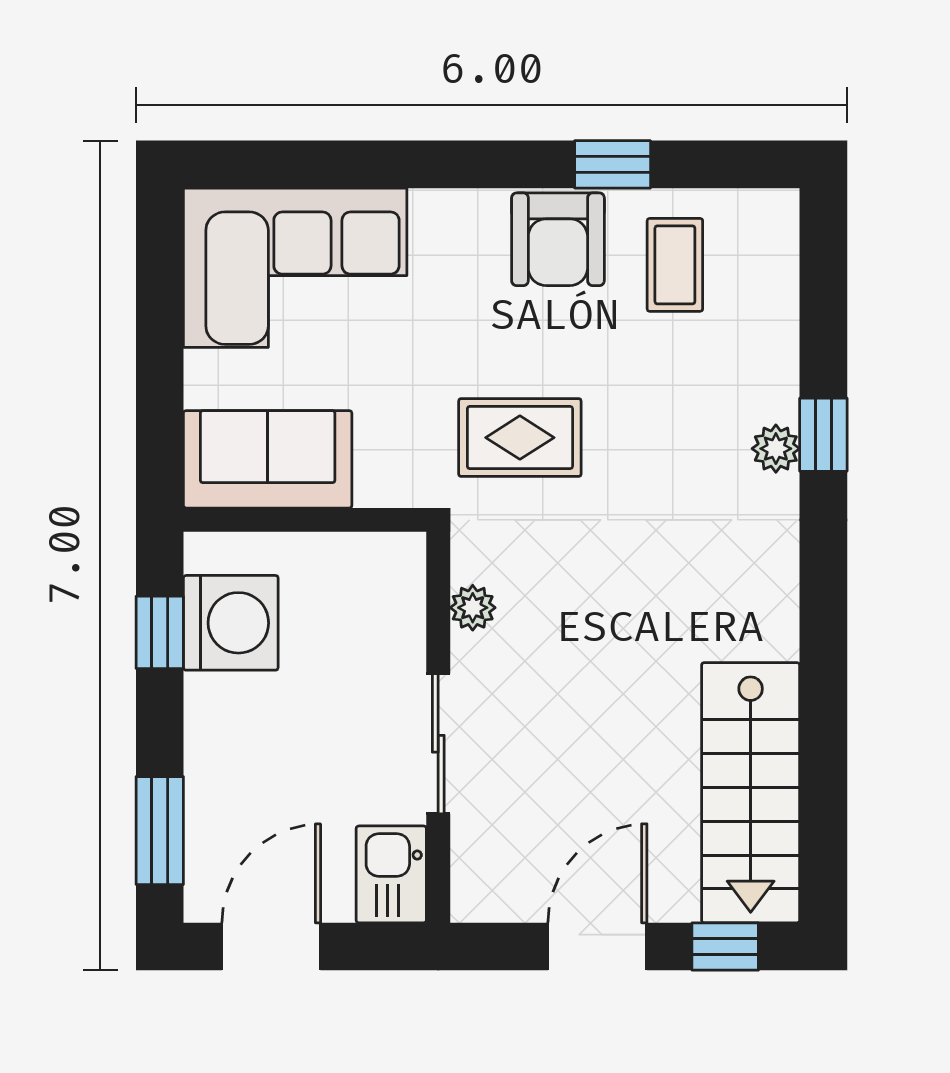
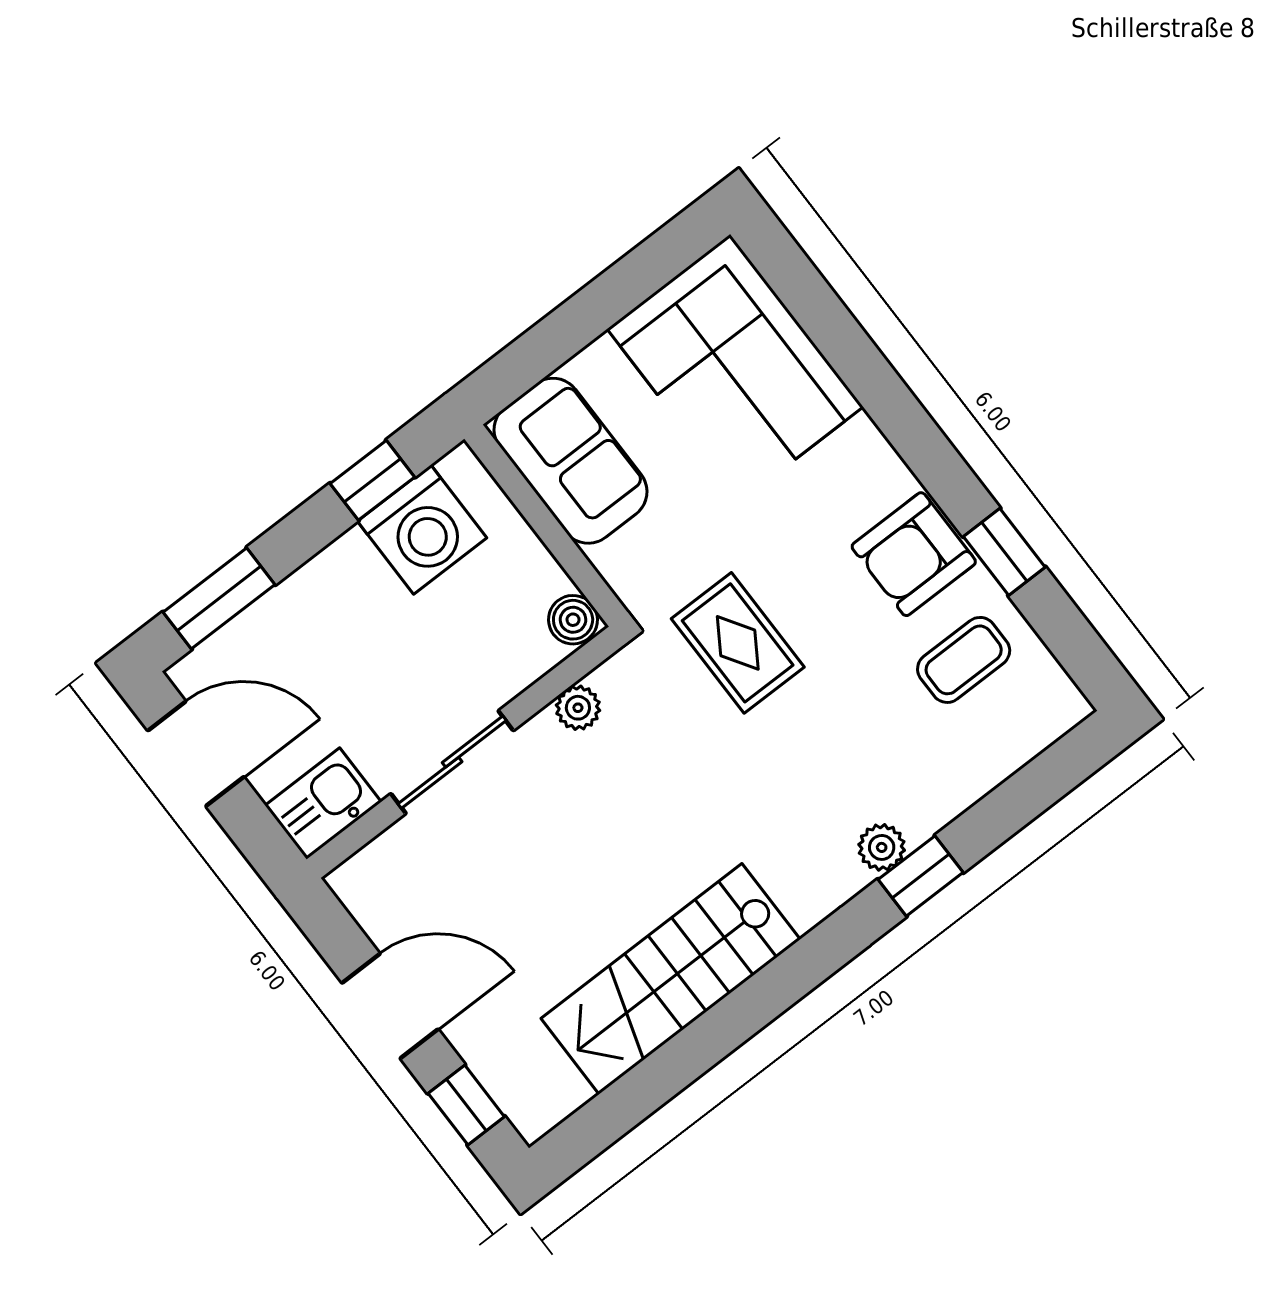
boiler: (398, 557) -> (573, 620), added
stairs: (751, 793) -> (671, 979), moved

